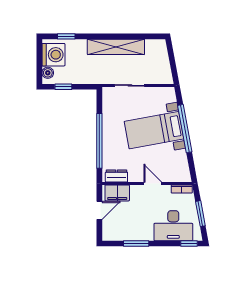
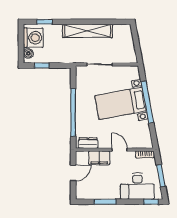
filing cabinet: (117, 193) -> (99, 158), moved

